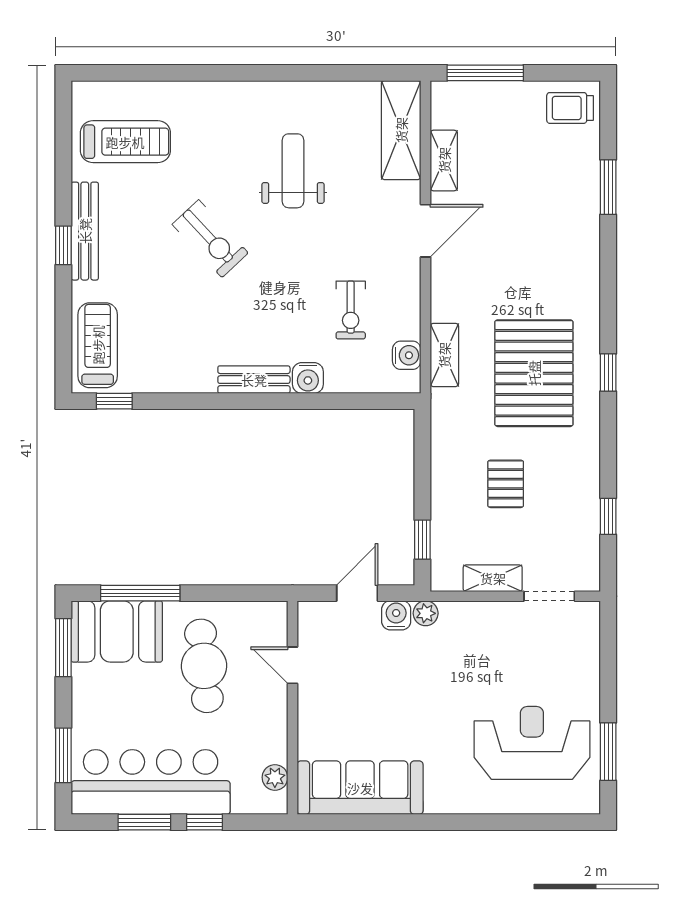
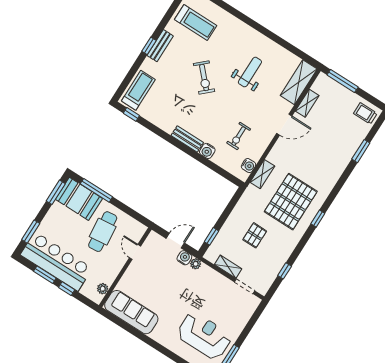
bench: (85, 231) -> (160, 46), width x0.73

